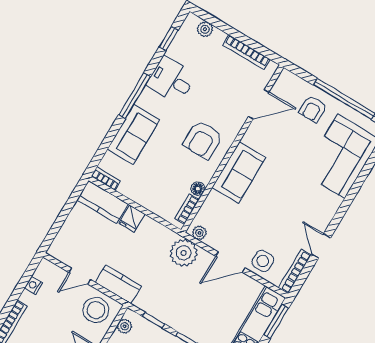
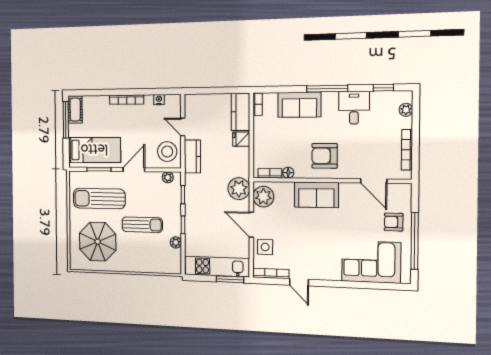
plant: (199, 233) -> (263, 197), width x1.88, depth x1.88
door: (321, 246) -> (299, 282), swing flipped

